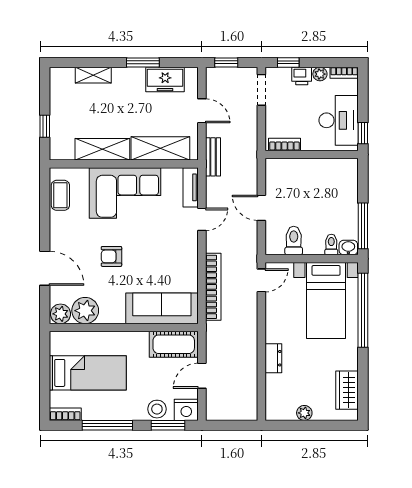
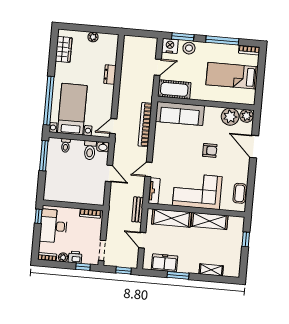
washbasin: (348, 248) -> (103, 147), moved

